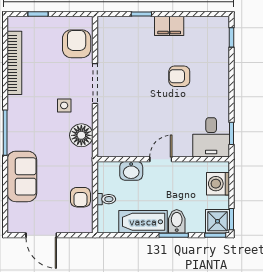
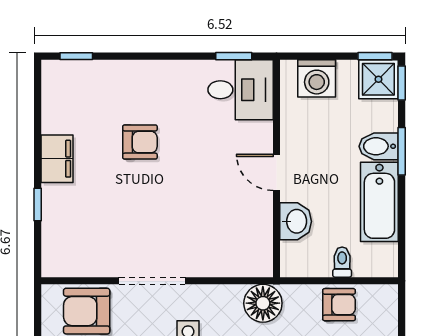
armchair: (179, 76) -> (140, 142), turned -90
floor lamp: (81, 135) -> (263, 303), moved

